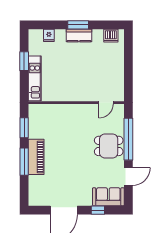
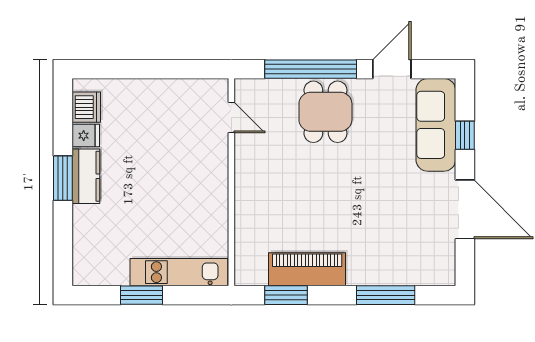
fridge: (49, 35) -> (86, 136), moved
piano: (36, 157) -> (307, 269), moved
window: (24, 162) -> (386, 295), moved
door: (128, 177) -> (392, 69), hinge flipped
sofa: (108, 197) -> (436, 125), width x1.36

